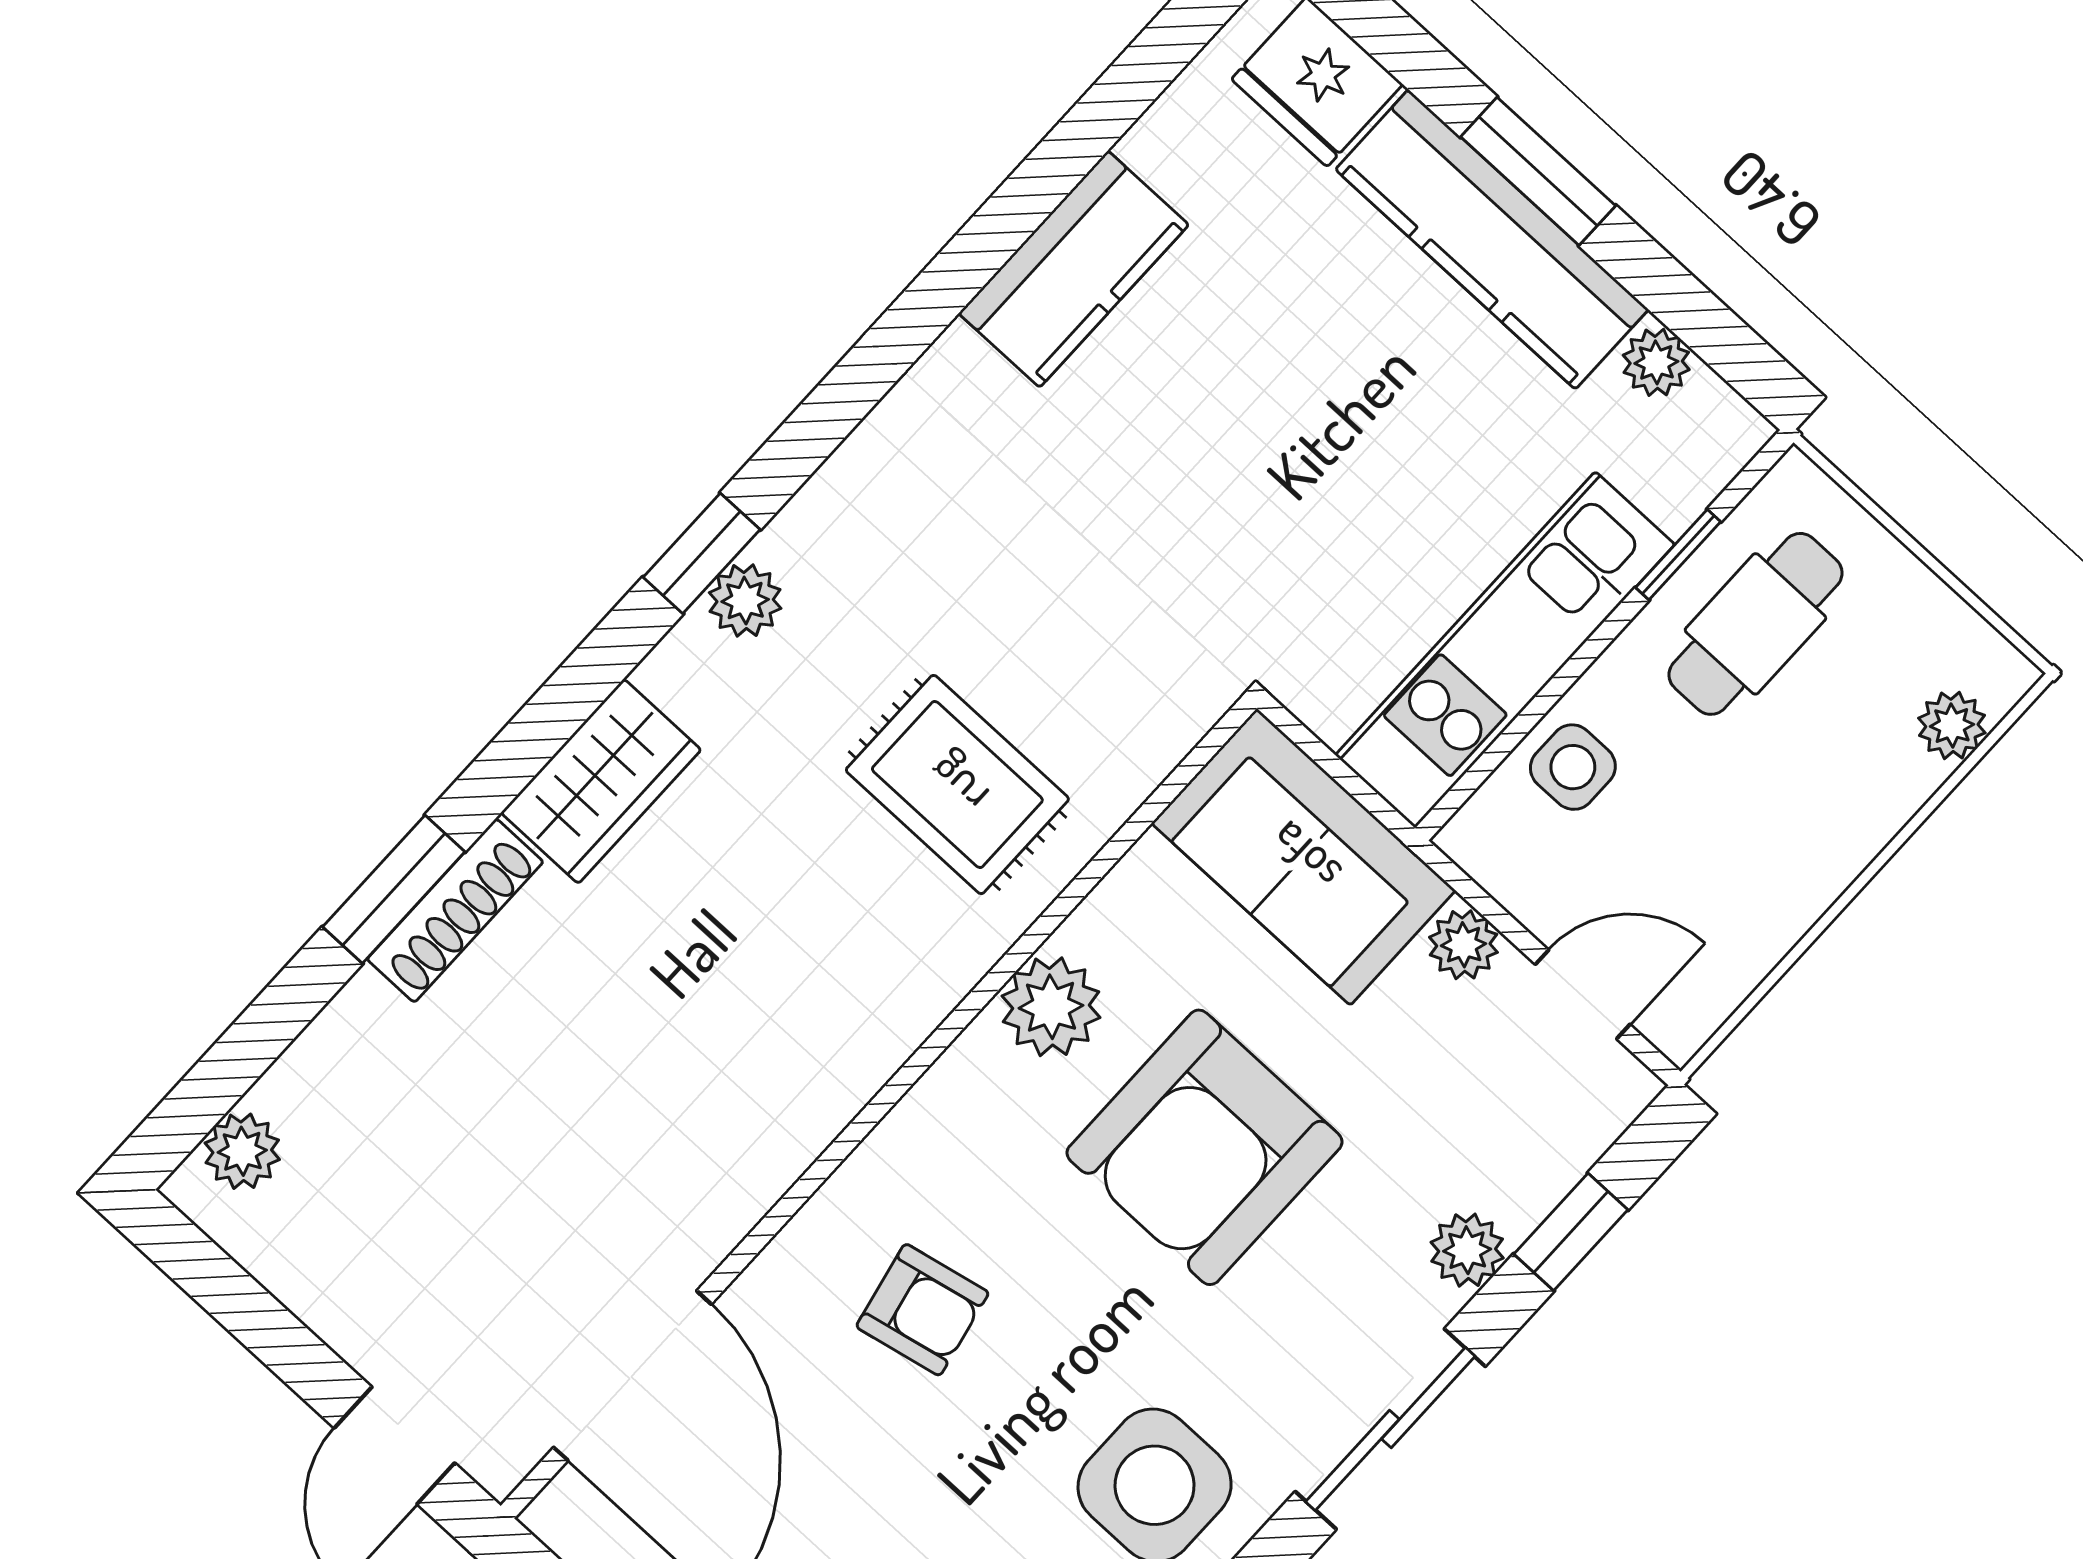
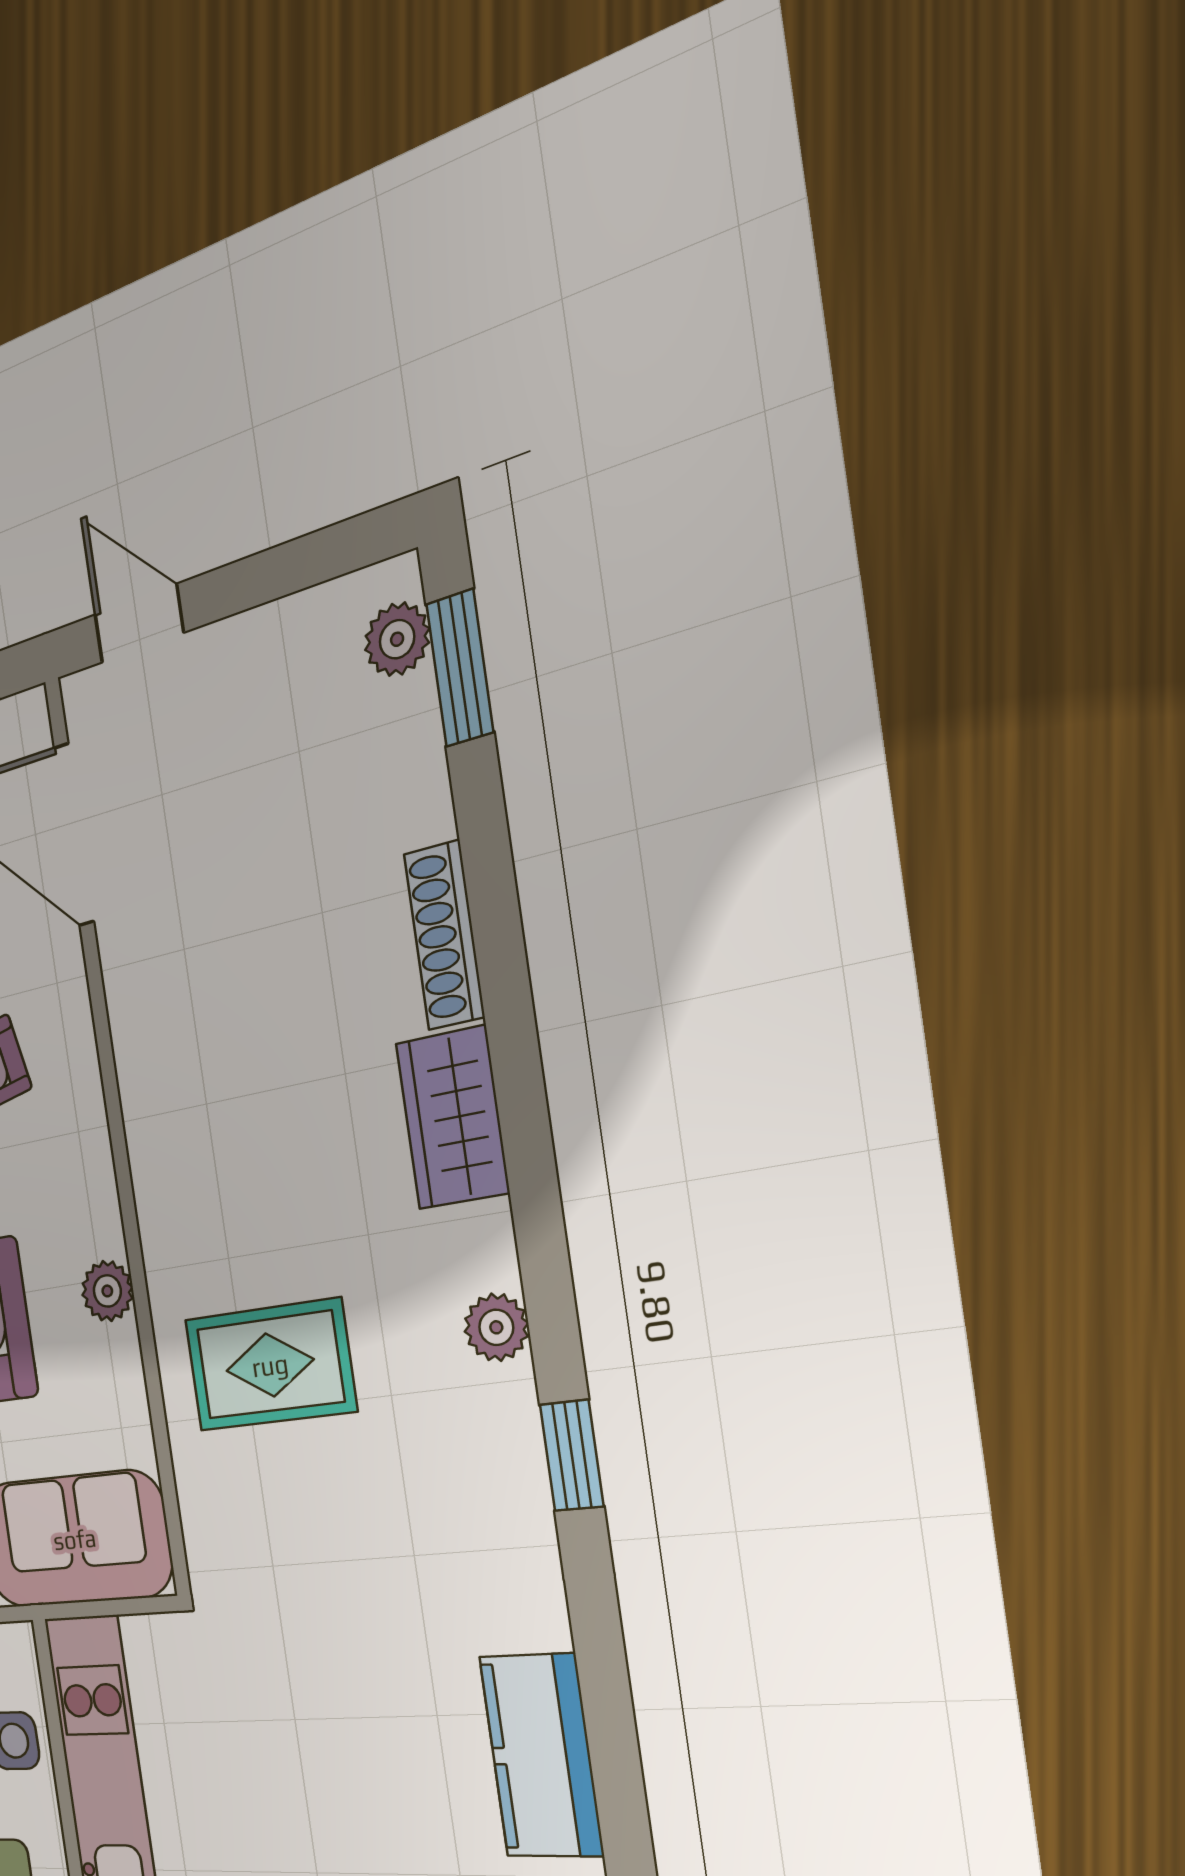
window: (702, 553) -> (572, 1455), moved
window: (394, 889) -> (460, 668), moved
plant: (1051, 1007) -> (107, 1291), width x0.73, depth x0.73

